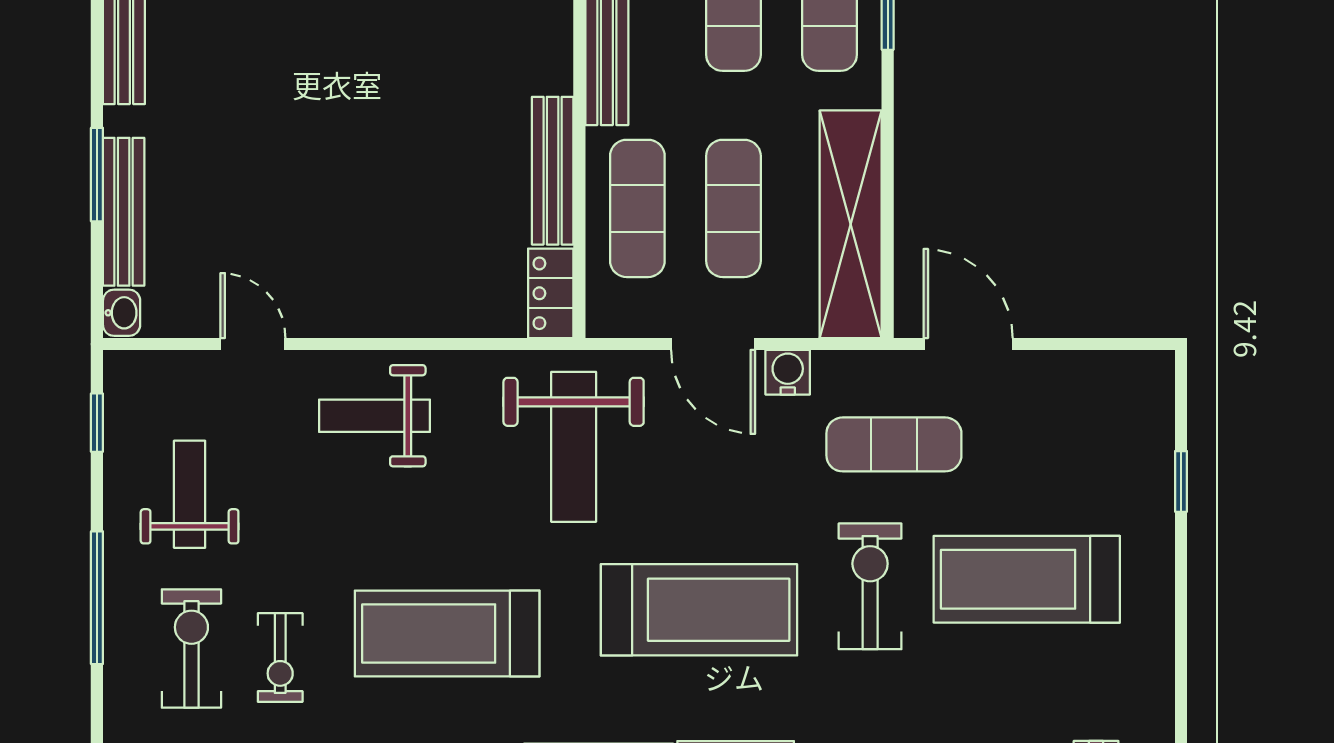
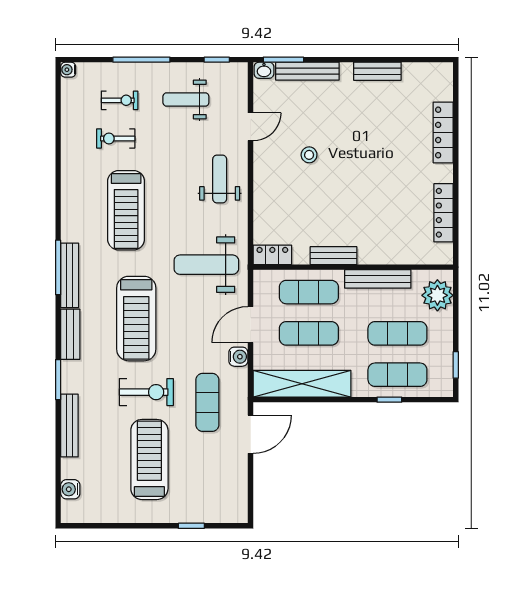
bench: (553, 171) -> (334, 256), width x0.73
window: (97, 175) -> (283, 60), moved
stool: (318, 208) -> (309, 155), added
weight bench: (190, 494) -> (186, 100), turned 180
treadmill: (447, 634) -> (126, 210), turned 180
exercise bike: (191, 649) -> (120, 100), width x0.73, depth x0.72

